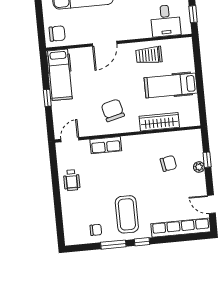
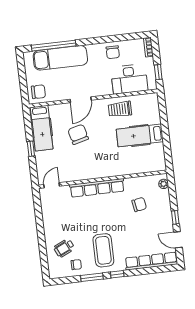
desk: (165, 21) -> (129, 79), width x1.37
chair: (113, 110) -> (78, 134), moved
wardrobe: (159, 122) -> (130, 168), removed
row of seats: (106, 145) -> (97, 188), width x2.02
window: (207, 160) -> (175, 217), moved
plant: (199, 167) -> (164, 184), moved
wheelchair: (72, 180) -> (64, 248), moved, turned 65

